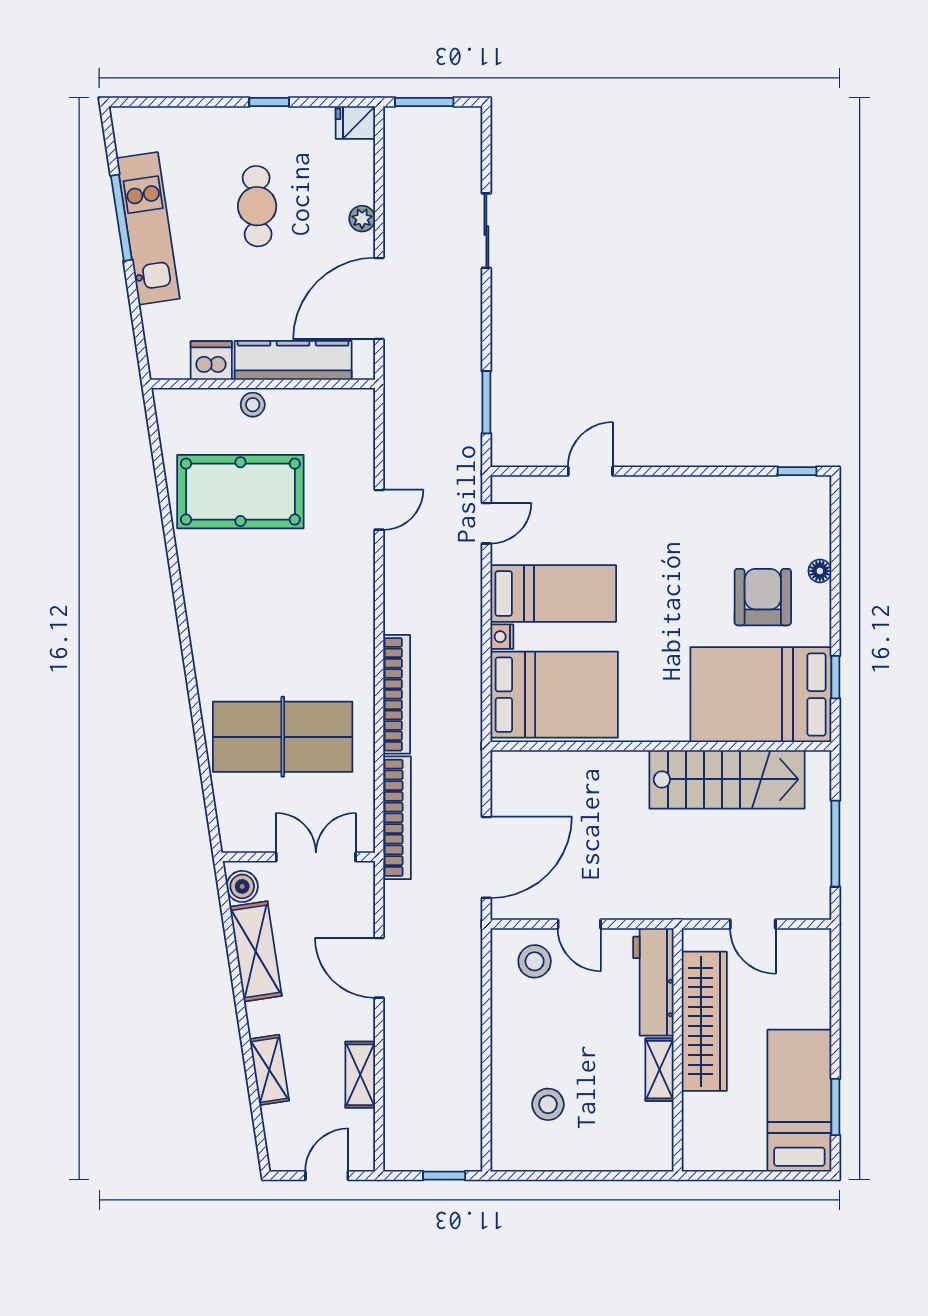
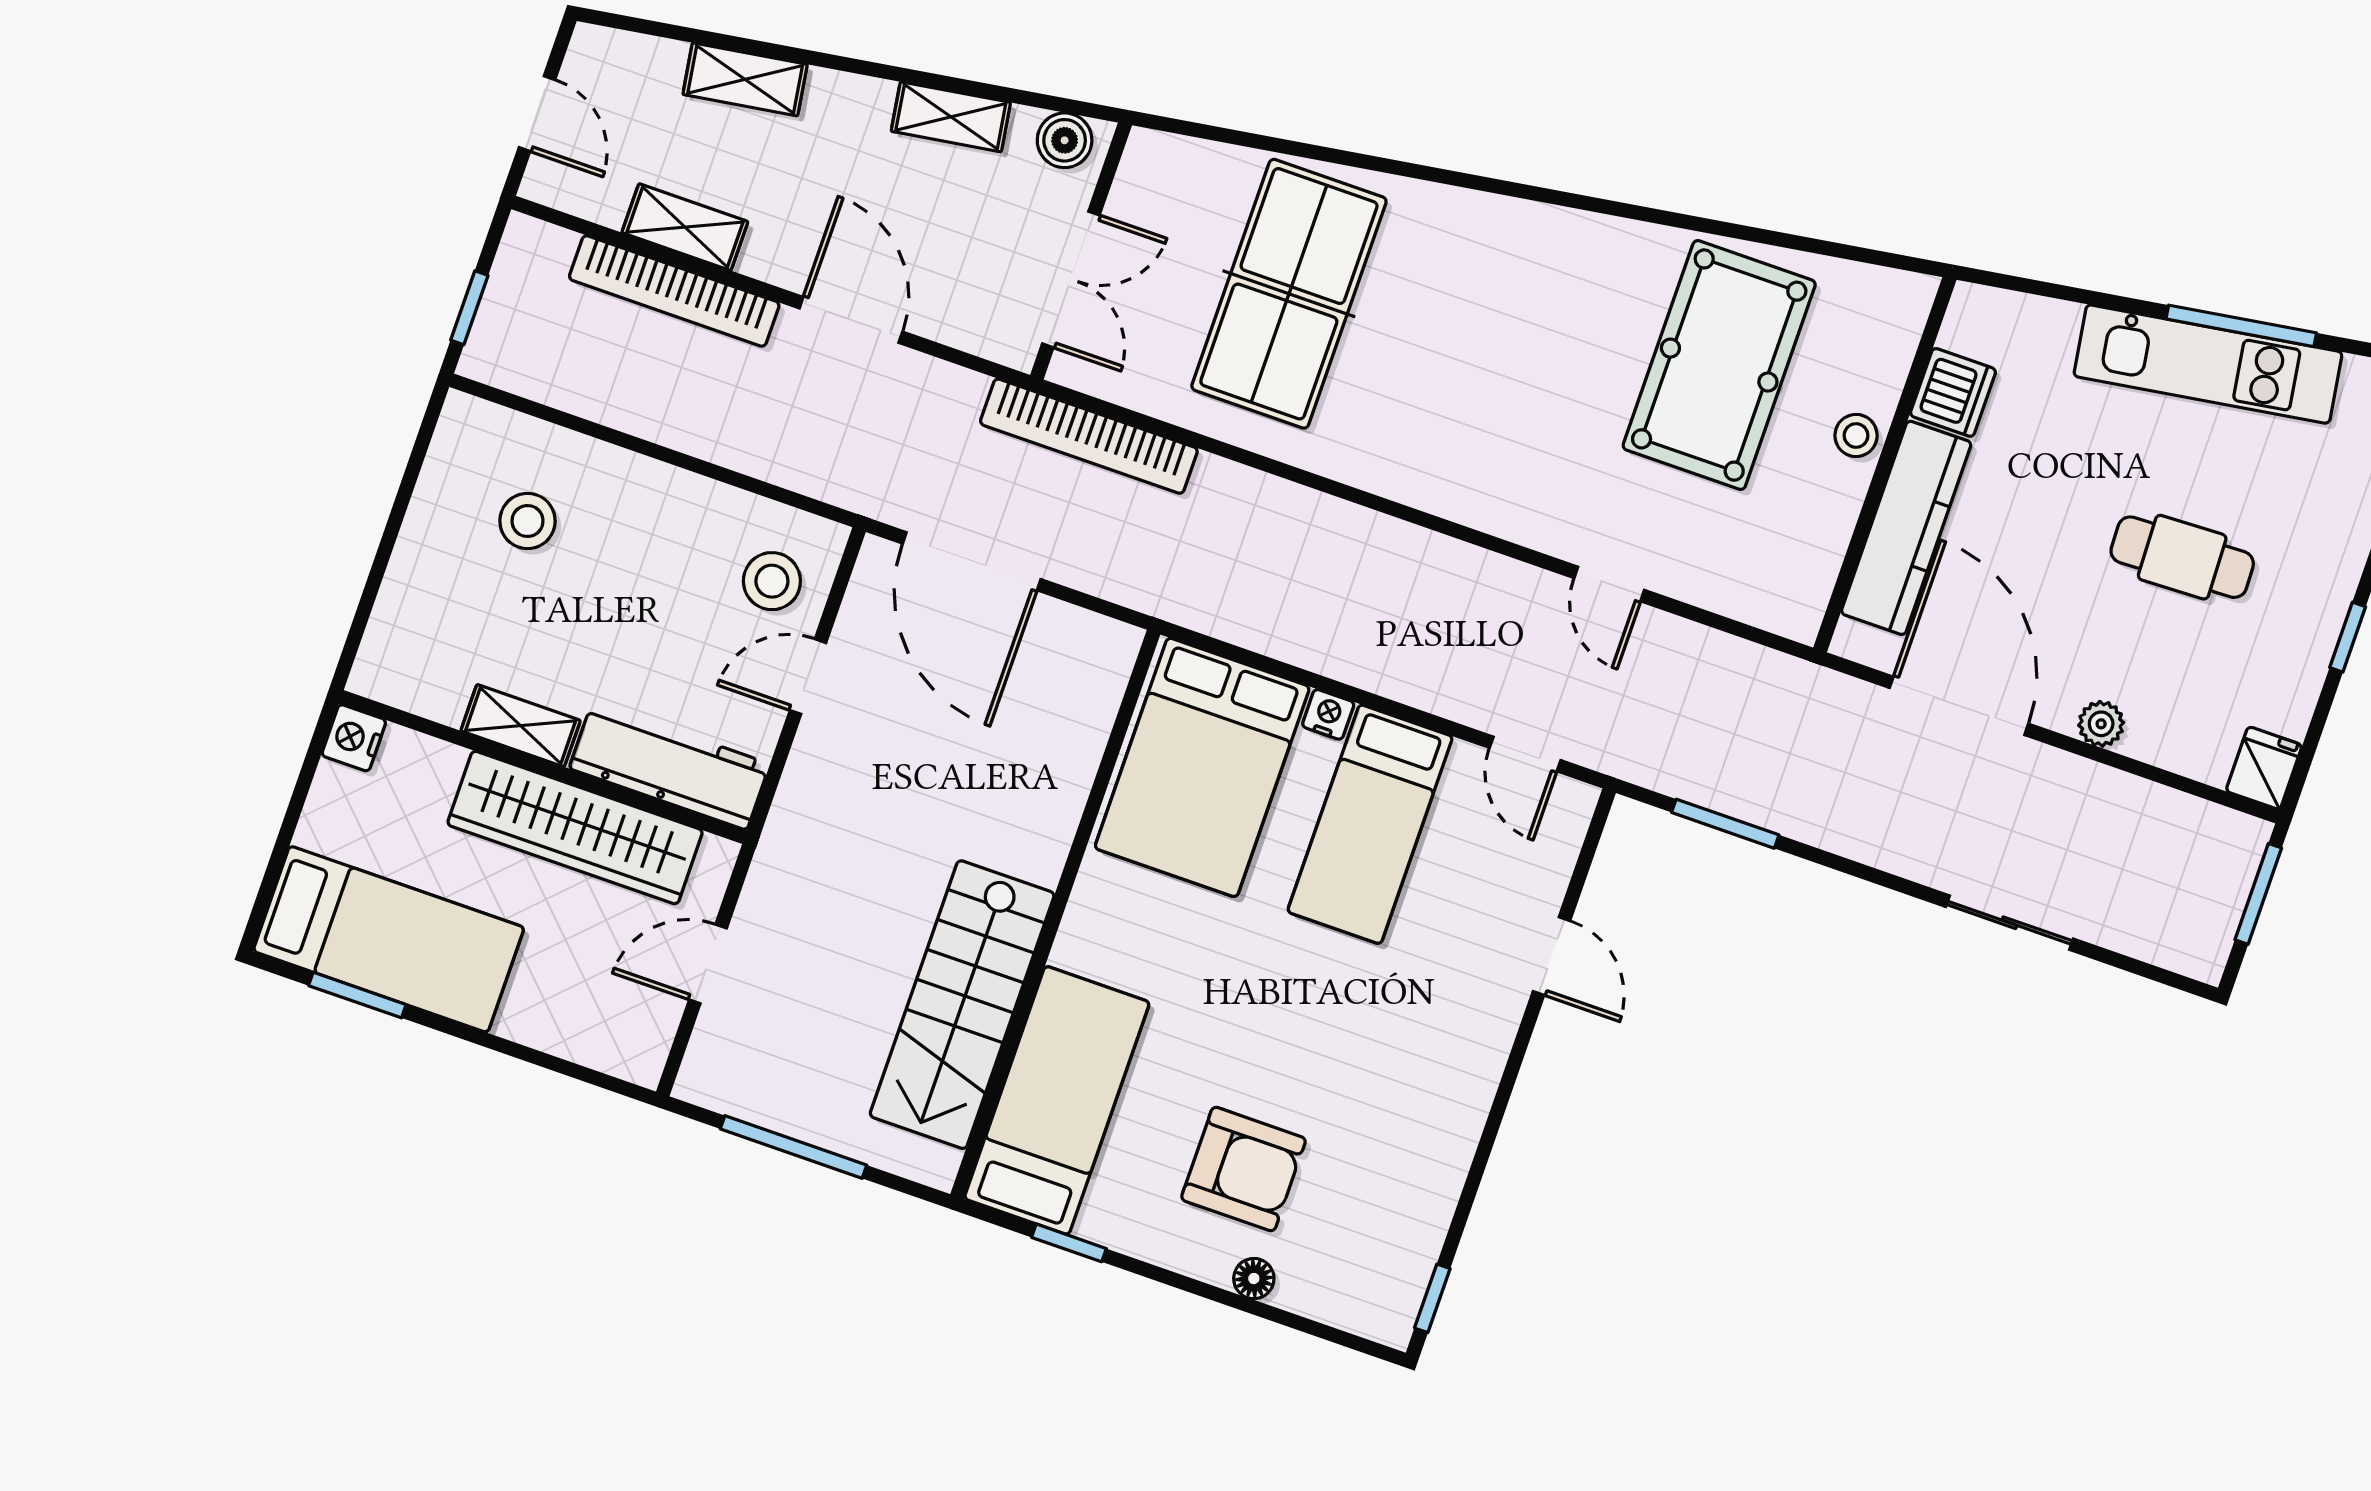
bookcase: (397, 694) -> (674, 291), moved
bed: (761, 695) -> (1057, 1100), width x0.67
shelving: (256, 951) -> (951, 117), width x0.67, depth x0.75
door: (379, 968) -> (851, 320), hinge flipped
nightstand: (697, 1157) -> (354, 738), added

